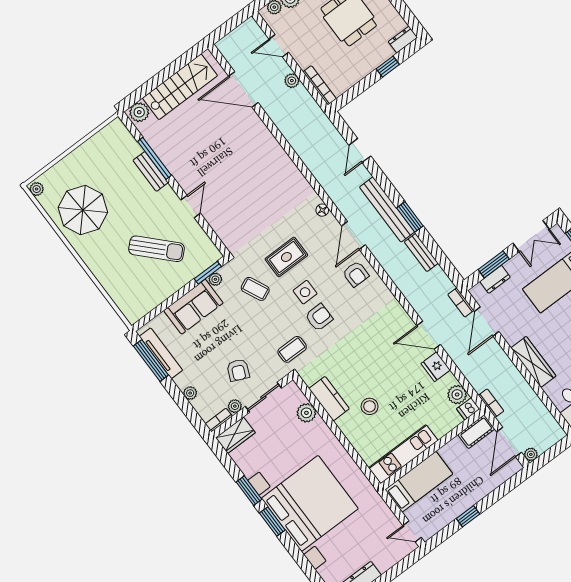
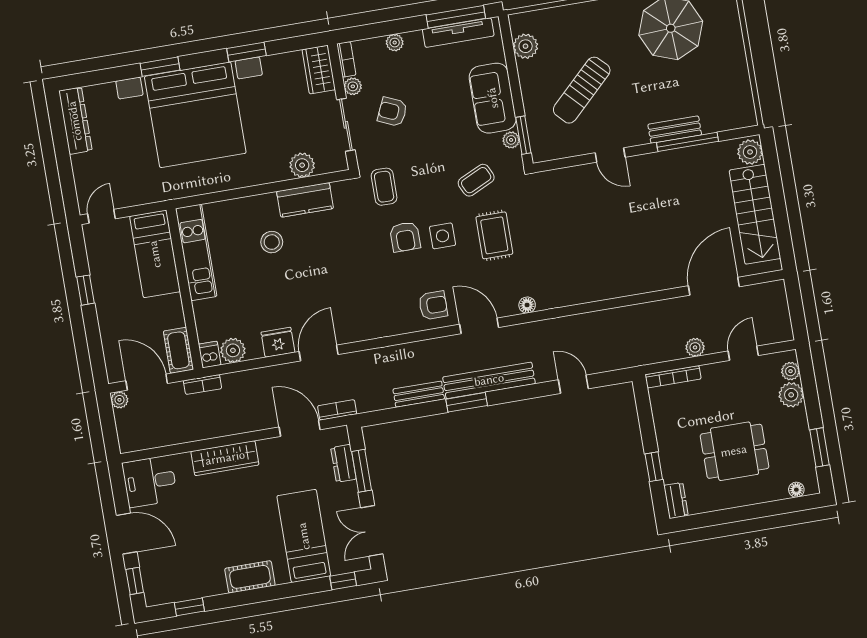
armchair: (356, 274) -> (433, 305), turned 180
plant: (146, 303) -> (526, 46), added
window: (272, 522) -> (160, 67), moved

